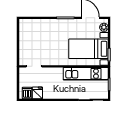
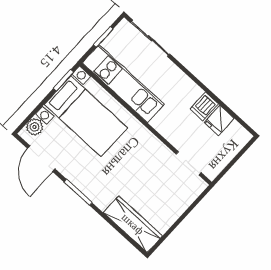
wardrobe: (34, 25) -> (133, 224), added
dishwasher: (27, 93) -> (204, 106), moved

